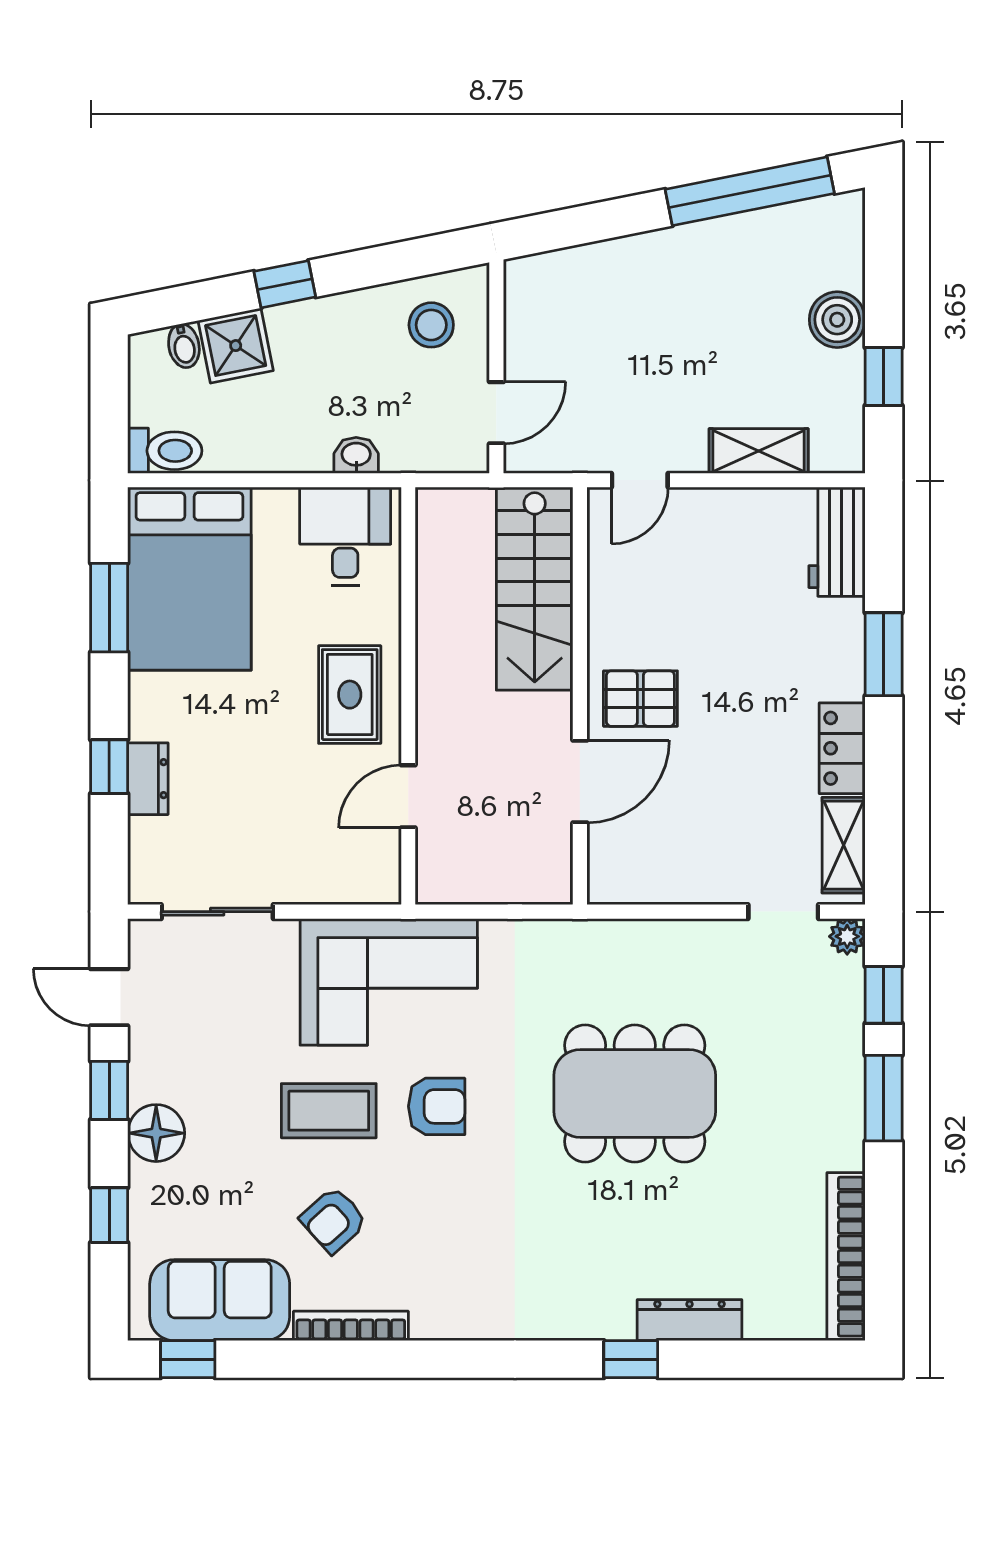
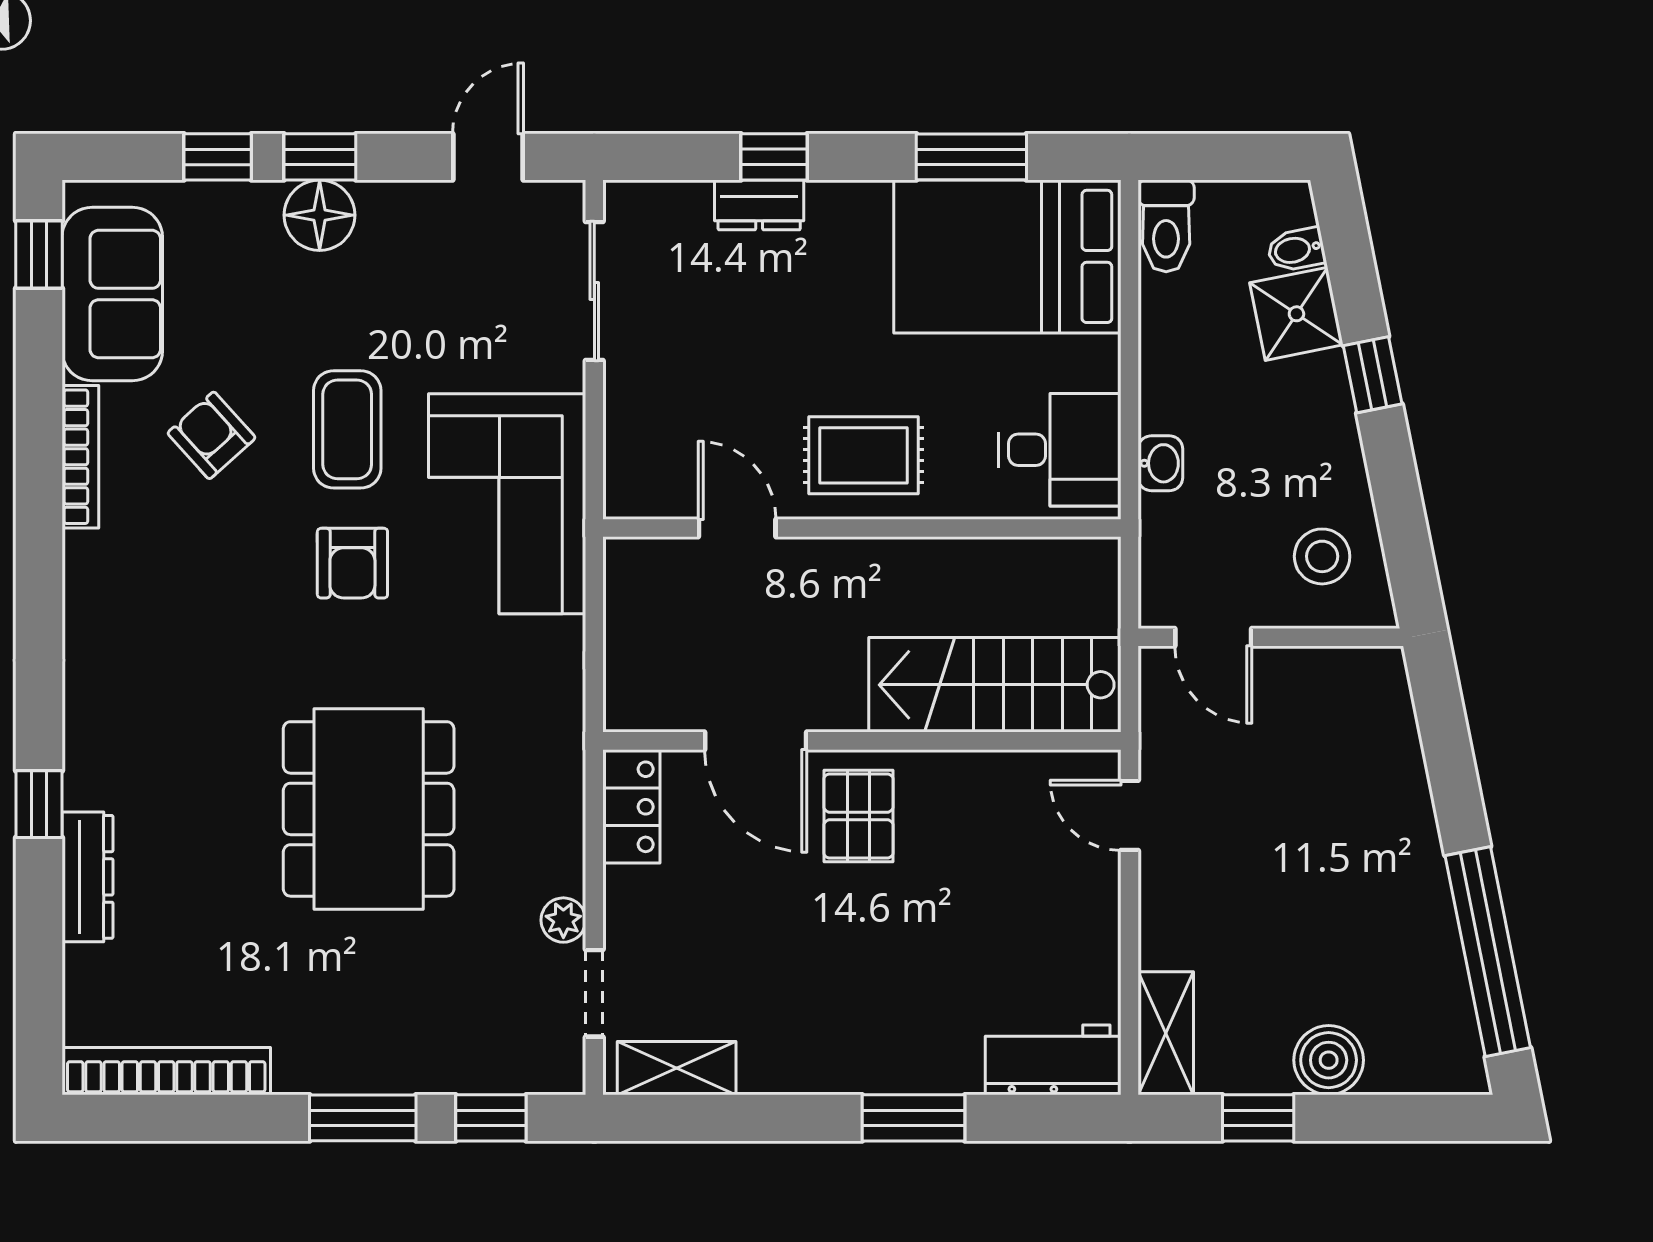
shelving: (759, 451) -> (1166, 1033), moved
locker: (842, 748) -> (631, 807), moved, turned 90
plant: (847, 936) -> (563, 920), moved
window: (109, 1090) -> (320, 157), moved

